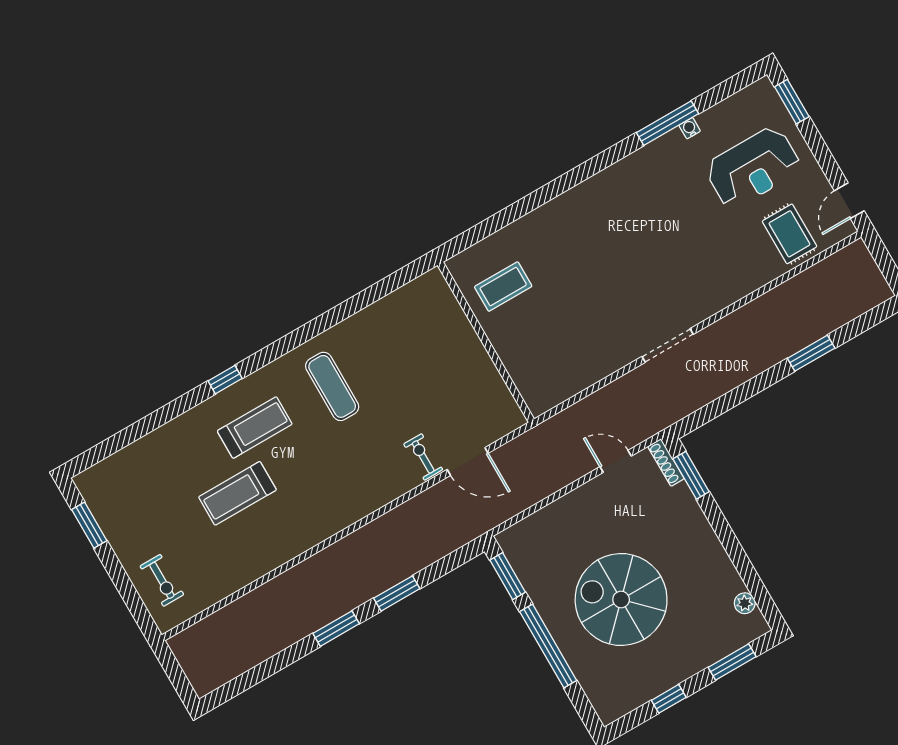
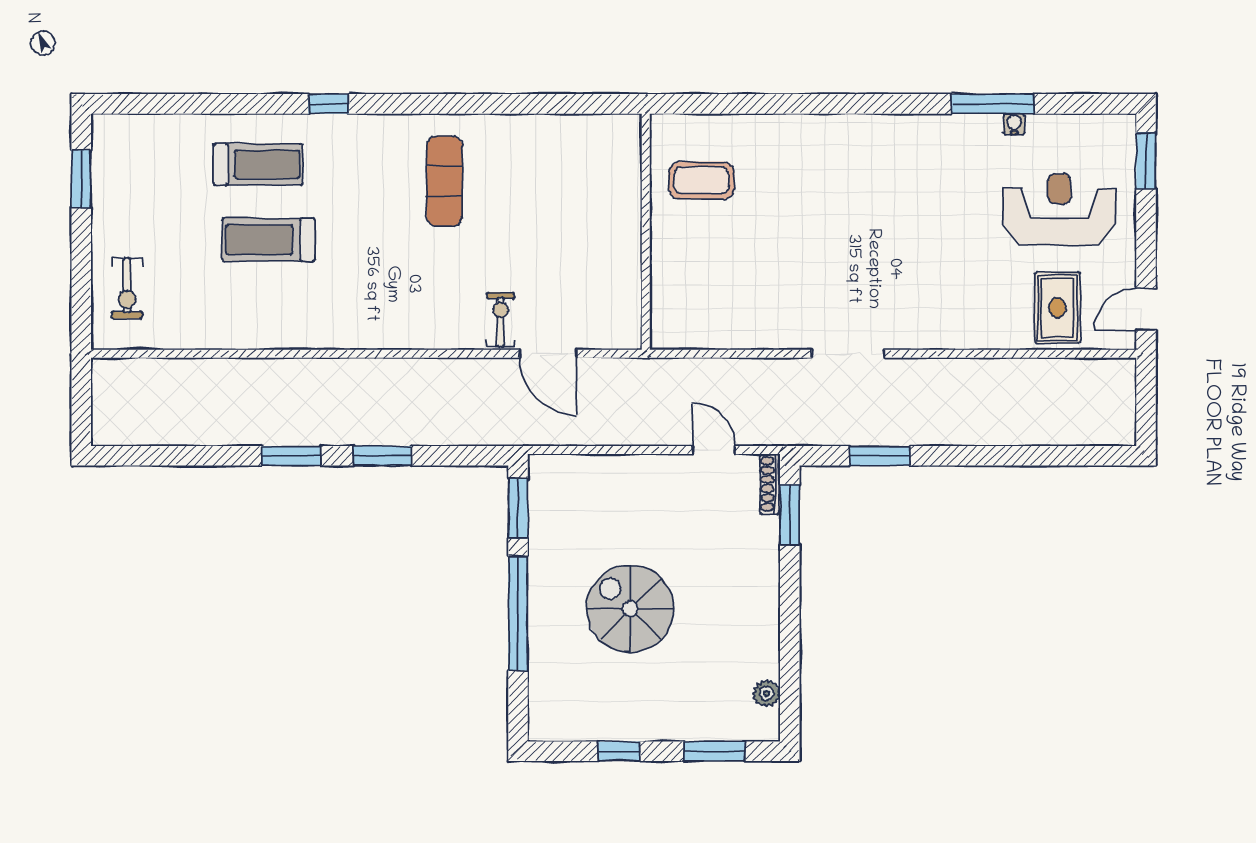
reception desk: (753, 168) -> (1059, 209), turned 180
window: (811, 353) -> (880, 456), moved
treadmill: (255, 428) -> (258, 164), moved
spiral stairs: (621, 599) -> (630, 609), width x0.73, depth x0.73

